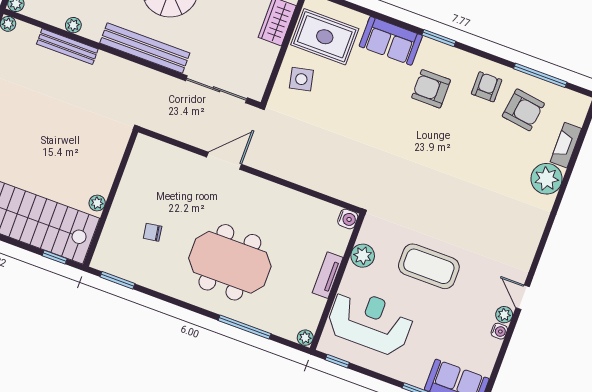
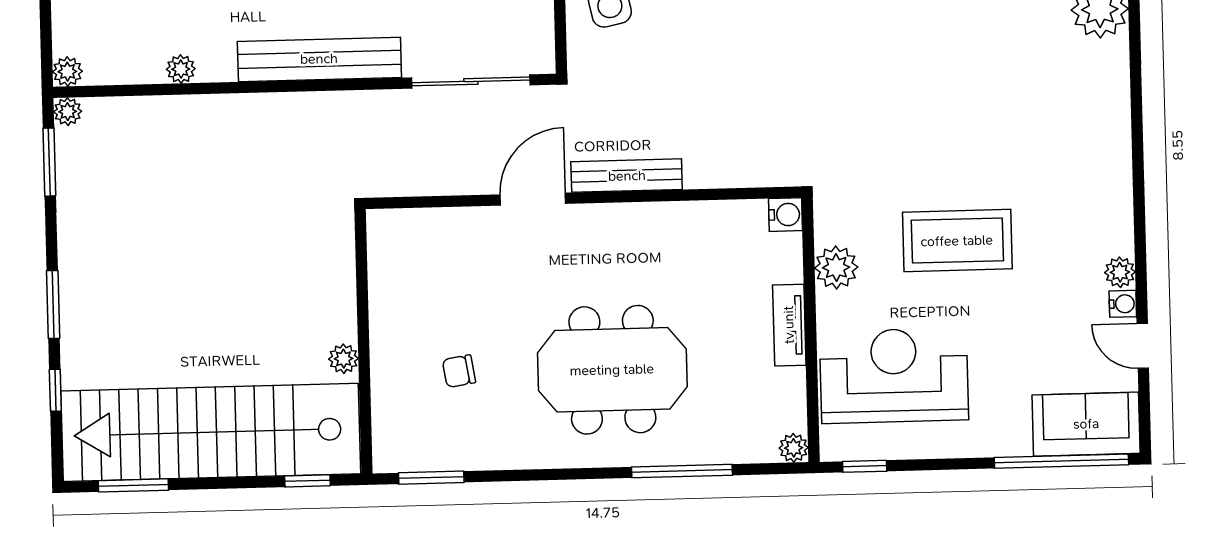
bench: (67, 47) -> (627, 176), moved
door: (523, 297) -> (1143, 346), moved

